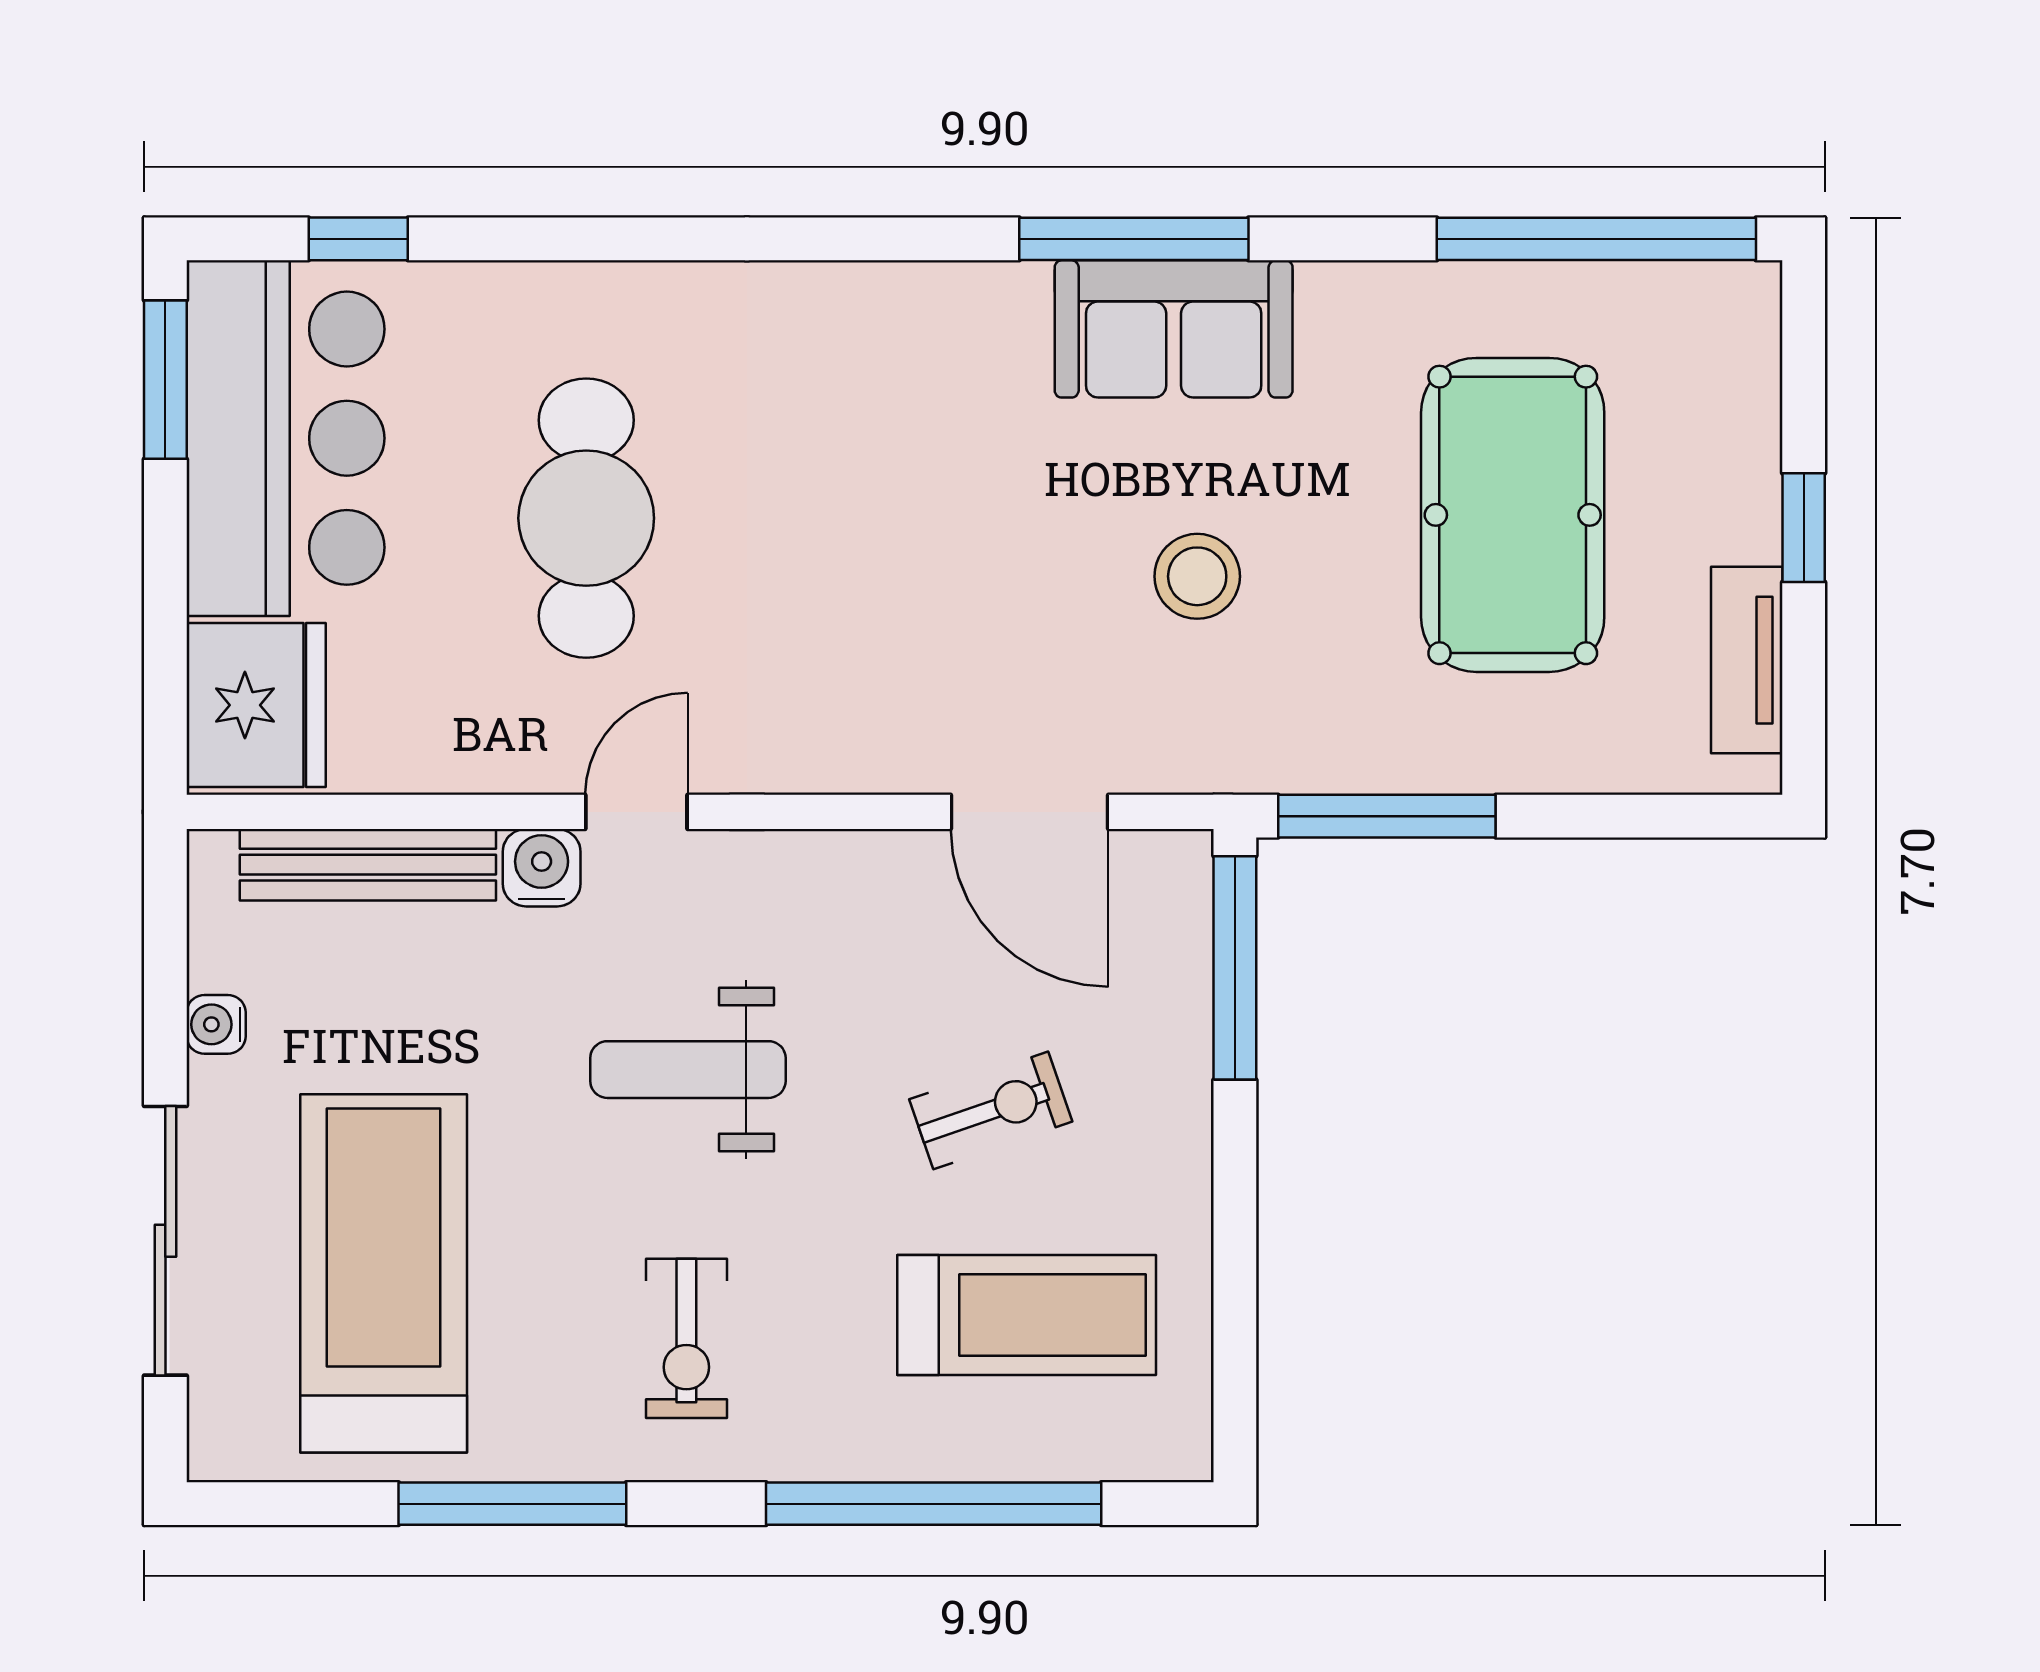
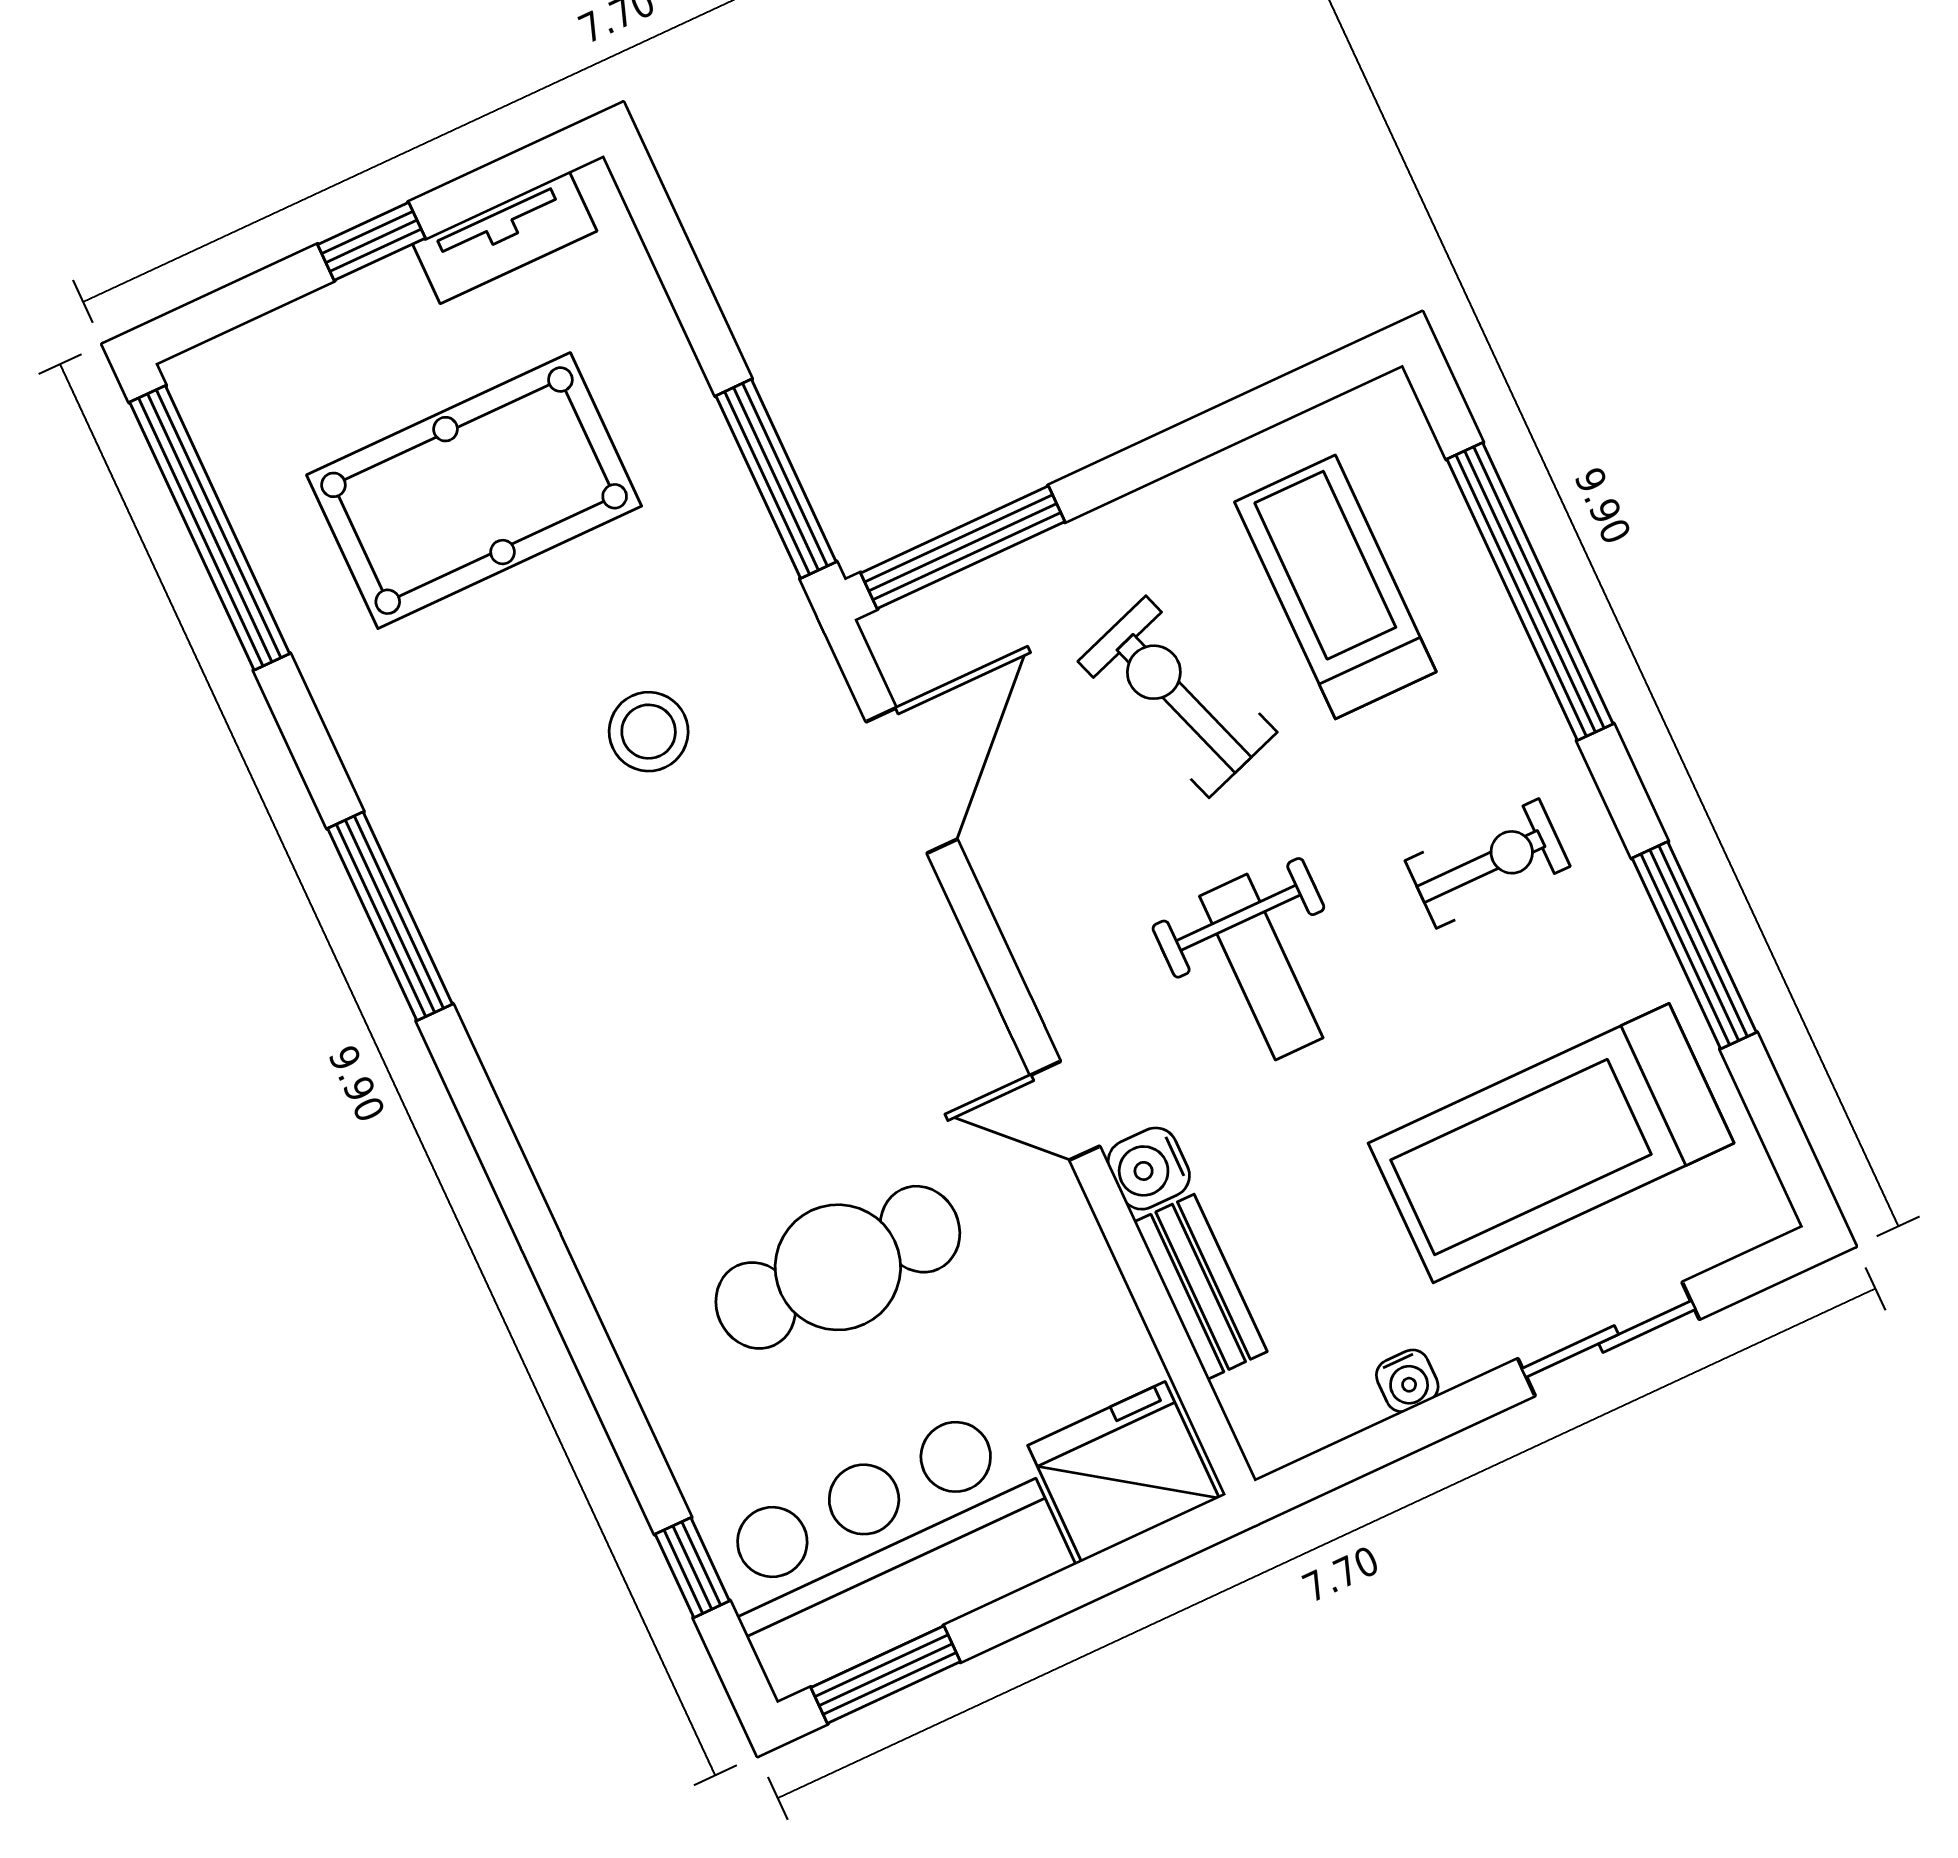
sofa: (1174, 329) -> (450, 848), removed
bench: (368, 865) -> (1201, 1287), width x0.73
exercise bike: (991, 1110) -> (1178, 697), width x1.38, depth x1.39
sliding door: (165, 1241) -> (1609, 1339), width x0.73

